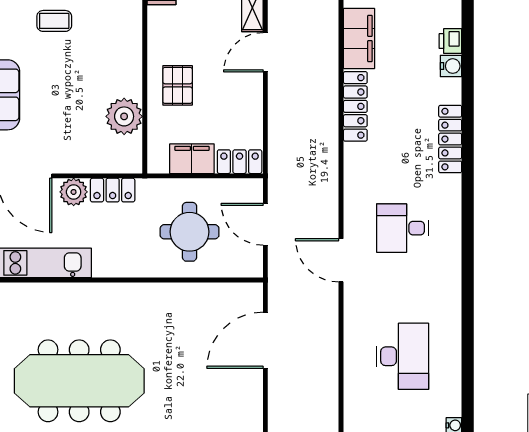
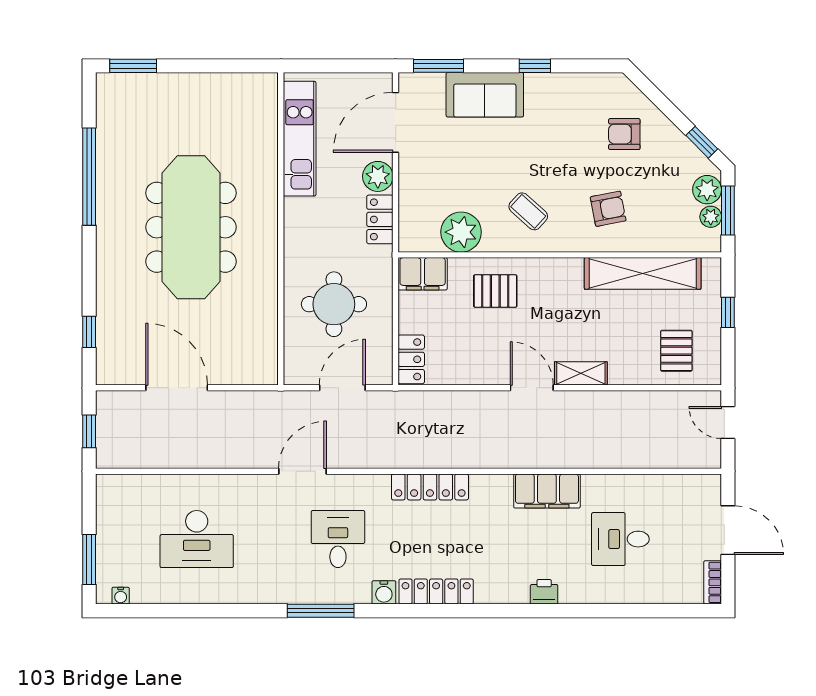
coffee table: (54, 21) -> (528, 211), moved, turned -48
water cooler: (451, 66) -> (384, 592), moved
locker: (355, 106) -> (430, 487), moved
filing cabinet: (192, 159) -> (423, 274), moved, turned 90
window: (468, 244) -> (321, 611), added
door: (265, 340) -> (177, 388), moved
meeting table: (79, 381) -> (191, 227), moved

